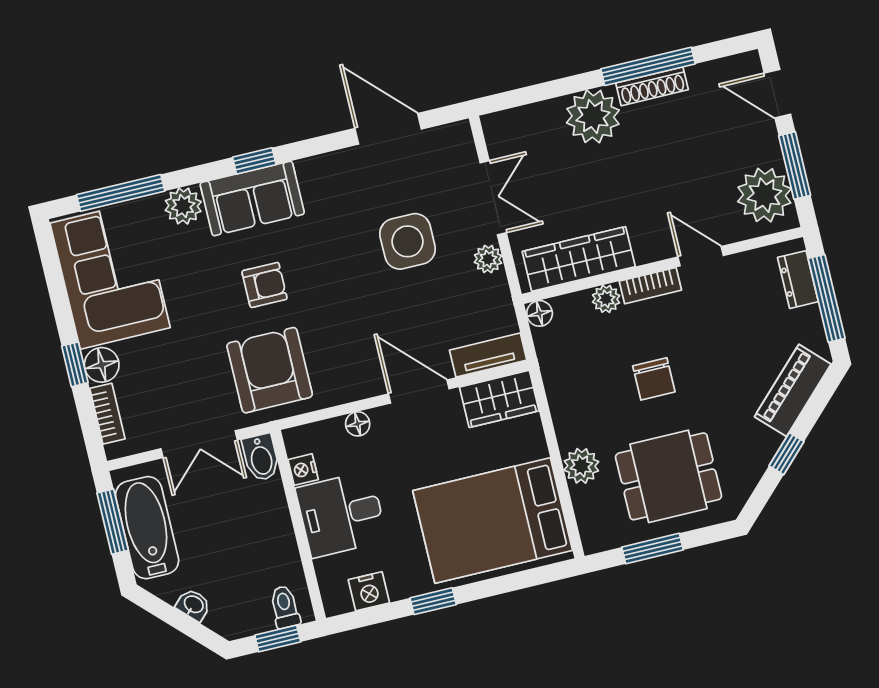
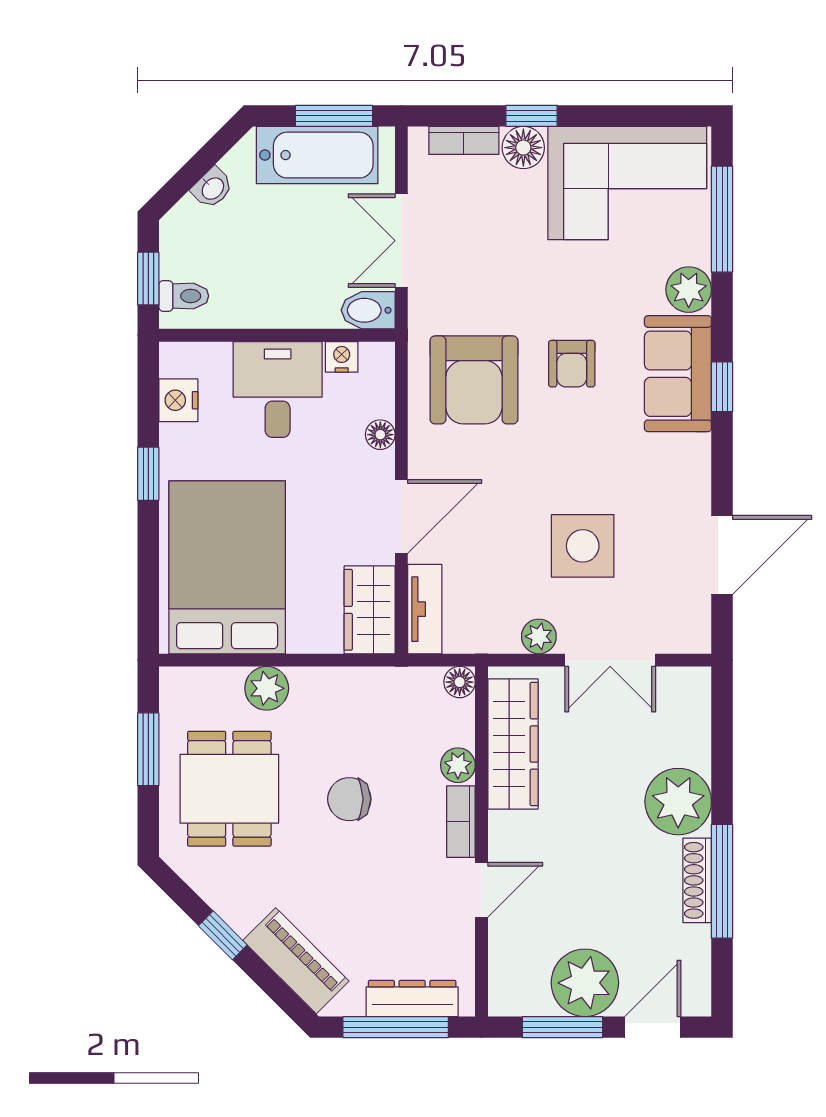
plant: (764, 195) -> (585, 983), moved
dresser: (798, 280) -> (412, 999), width x1.44
armchair: (270, 370) -> (474, 380), moved, turned 90

